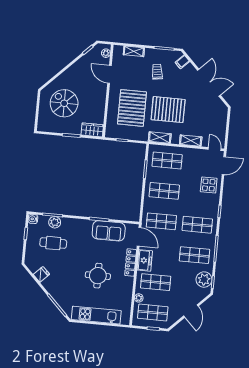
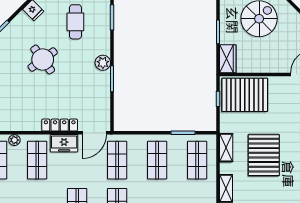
pallet: (132, 108) -> (245, 95), moved
plant: (55, 222) -> (103, 63), moved
sofa: (109, 231) -> (98, 93), removed
round table: (98, 276) -> (43, 60), moved, turned -36

